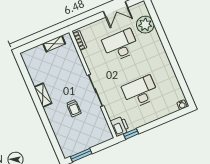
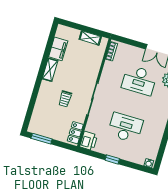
desk: (121, 45) -> (139, 80), turned 180
filing cabinet: (36, 73) -> (58, 49), added
locker: (104, 128) -> (75, 133), added
window: (131, 134) -> (112, 159), moved

